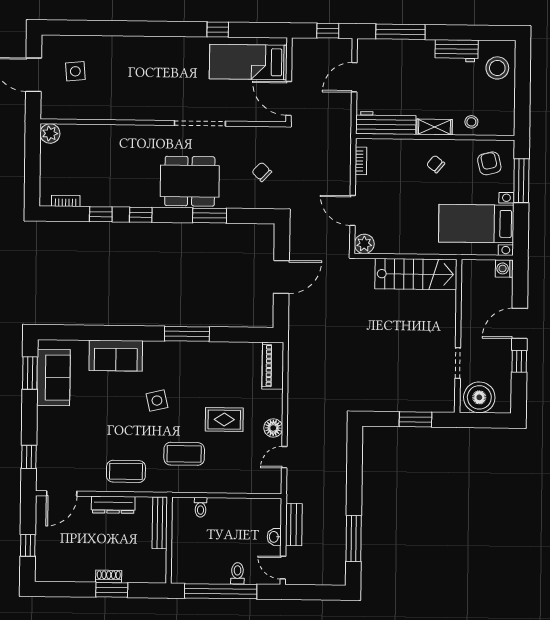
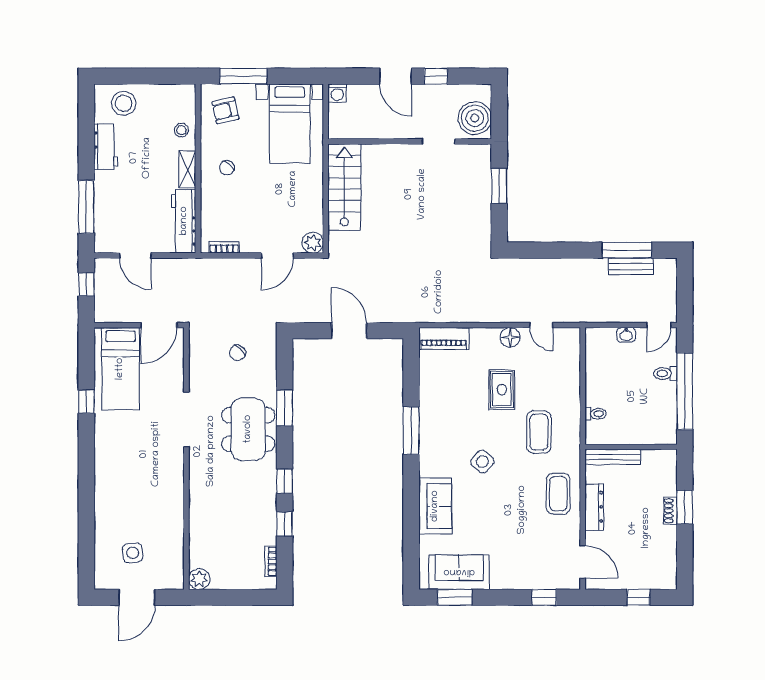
side table: (157, 401) -> (482, 462), turned -37
bench: (294, 525) -> (631, 266), moved

